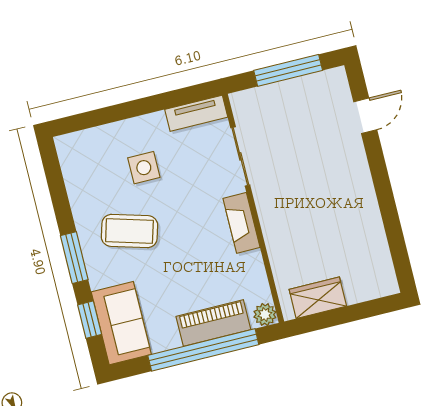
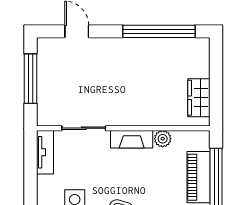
window: (392, 224) -> (159, 31), added
plant: (265, 315) -> (163, 139), moved

